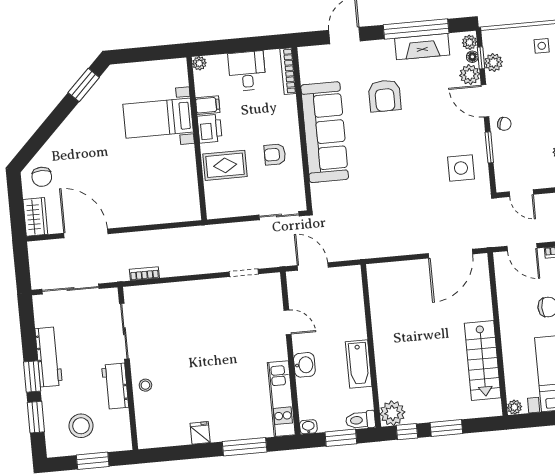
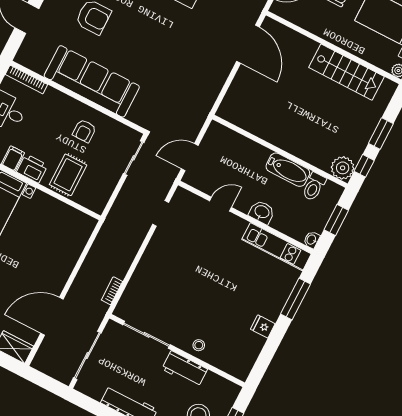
toilet: (360, 420) -> (314, 187), moved

